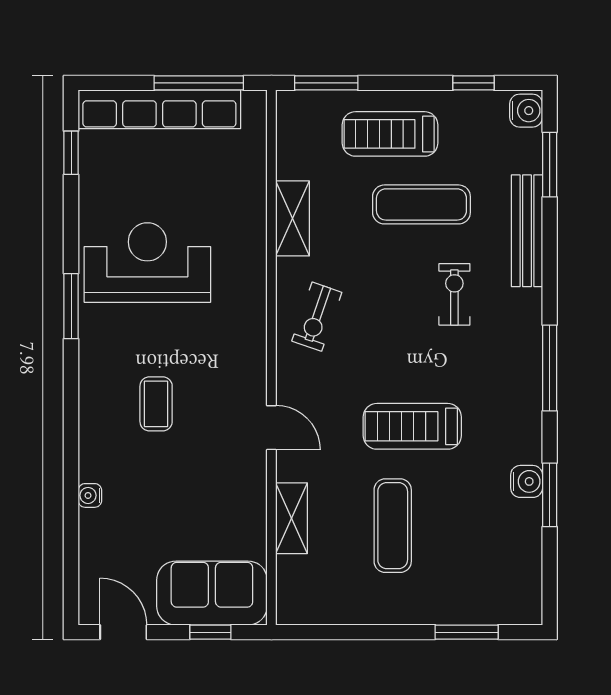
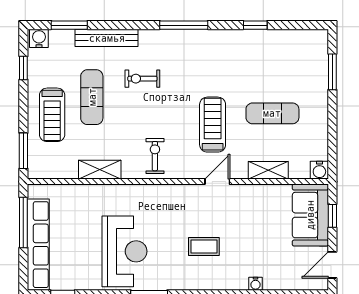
reception desk: (147, 263) -> (124, 251), turned 180
exercise bike: (317, 317) -> (155, 156), turned -109
treadmill: (412, 426) -> (213, 125), moved, turned 180
water cooler: (527, 481) -> (319, 170), moved, turned 180
window: (550, 495) -> (255, 25), width x0.67

